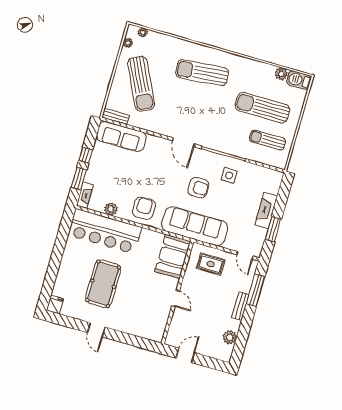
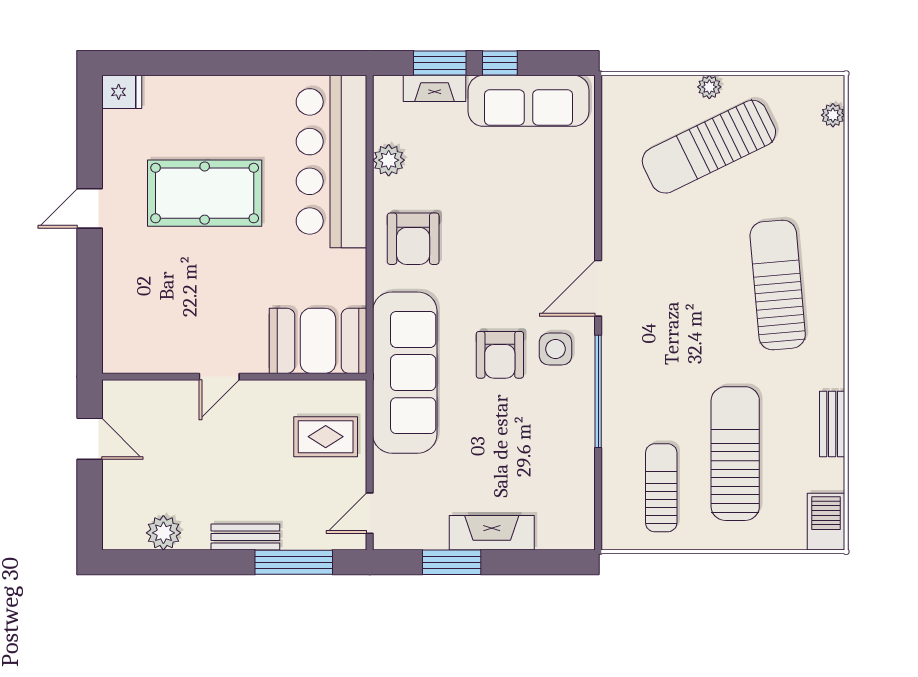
plant: (128, 43) -> (709, 87), moved
plant: (281, 74) -> (829, 475), removed
bench: (116, 116) -> (832, 424), moved
sofa: (121, 137) -> (529, 101), moved, turned -90
side table: (229, 175) -> (555, 349), moved
fireplace: (85, 195) -> (435, 88), moved
armchair: (144, 208) -> (413, 239), turned 90
rug: (211, 264) -> (326, 437), turned 90

